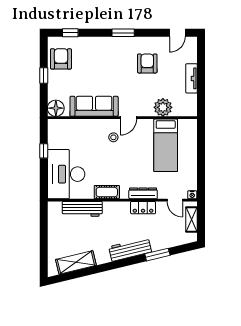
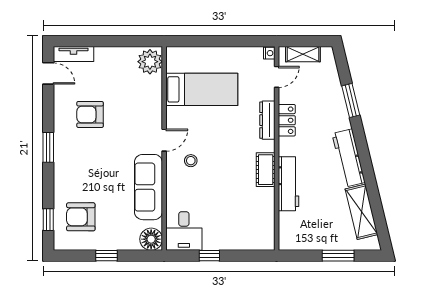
armchair: (61, 59) -> (81, 217), moved
tv unit: (192, 78) -> (73, 54), moved
plant: (163, 107) -> (150, 62), moved
door: (128, 118) -> (164, 140), hinge flipped
desk: (66, 174) -> (184, 231), moved, width x0.53, depth x0.77
workbench: (82, 209) -> (288, 184), moved
window: (44, 245) -> (338, 256), added
workbench: (130, 249) -> (349, 158), moved

